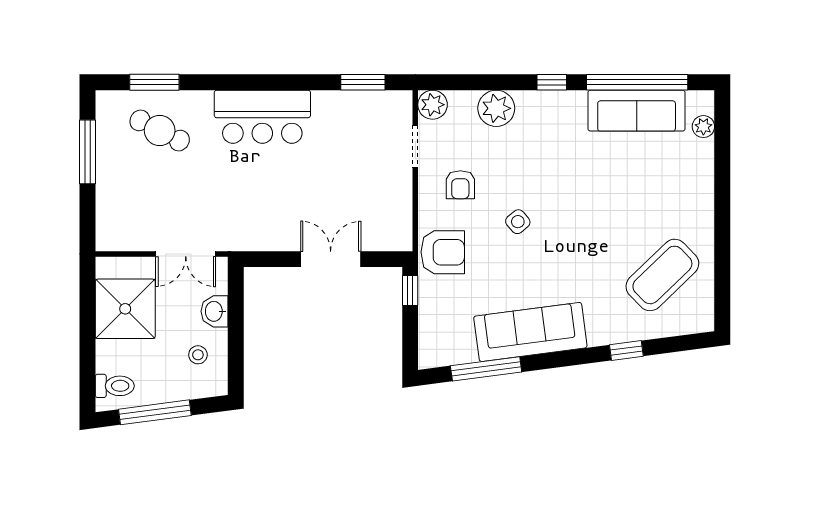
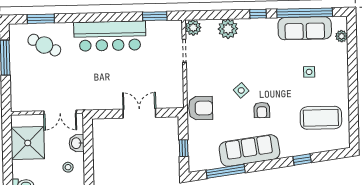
bar counter: (262, 117) -> (110, 36), width x1.36
armchair: (460, 185) -> (262, 110), moved
side table: (643, 191) -> (309, 72), added
coffee table: (662, 275) -> (321, 118), turned 44
window: (410, 290) -> (184, 148), moved

